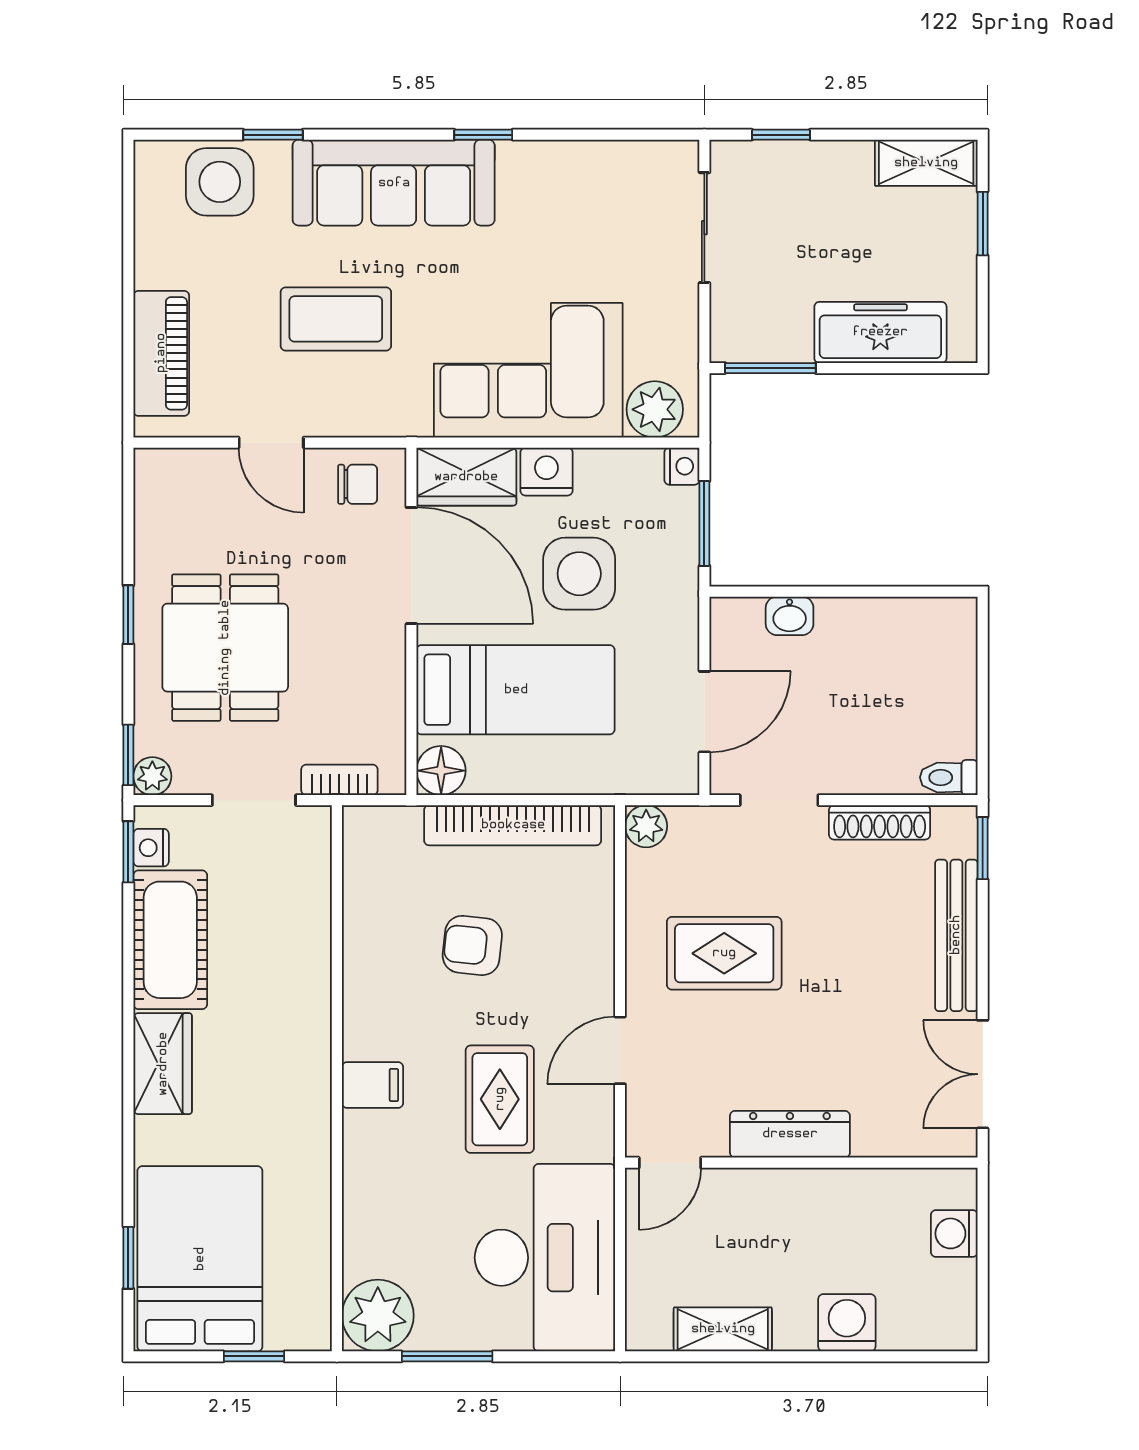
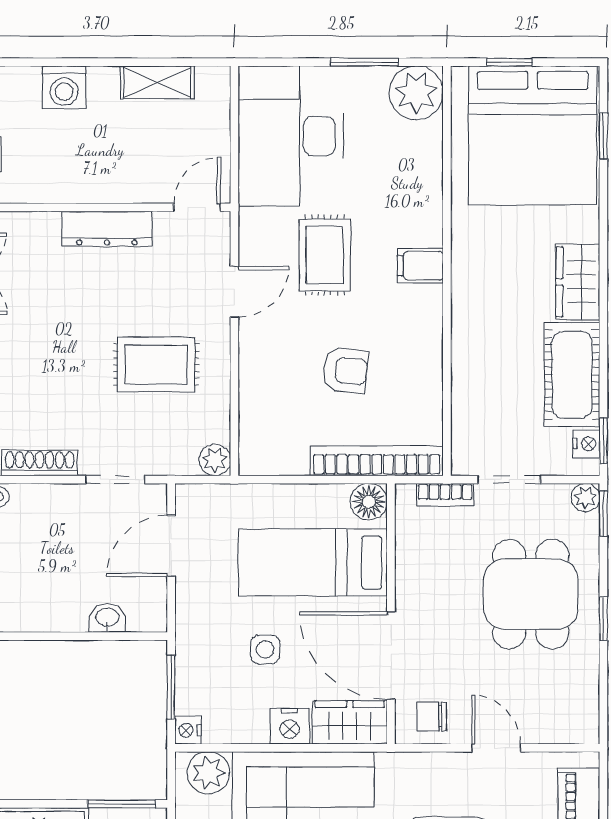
side table: (579, 574) -> (265, 650), width x0.54, depth x0.54
bookcase: (513, 825) -> (377, 461), moved
bed: (200, 1259) -> (533, 135), width x1.36

